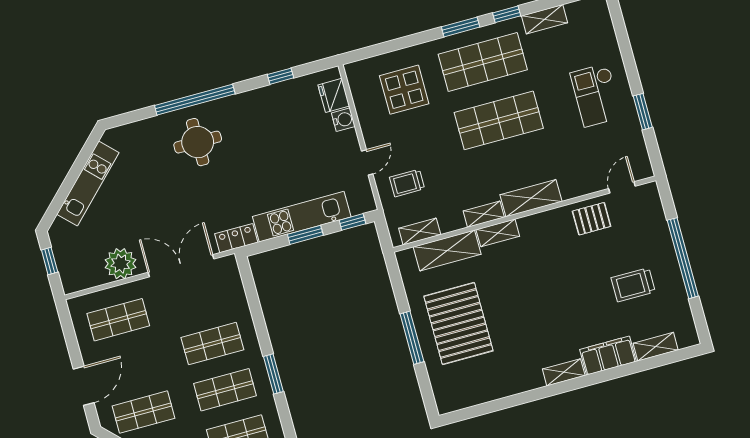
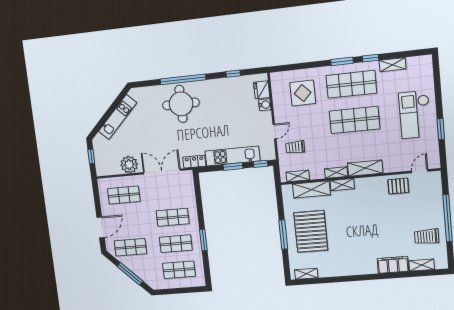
checkout: (596, 95) -> (415, 115), width x1.36, depth x1.21
round table: (198, 142) -> (181, 104), width x1.36, depth x1.36
trolley: (633, 285) -> (427, 237), moved
shelving: (564, 372) -> (306, 274), moved

